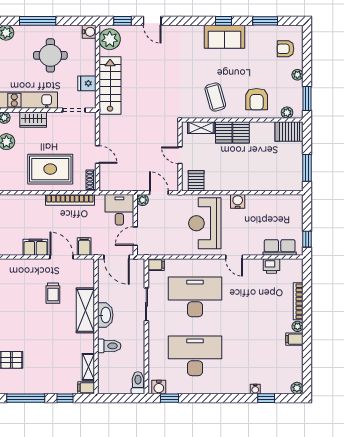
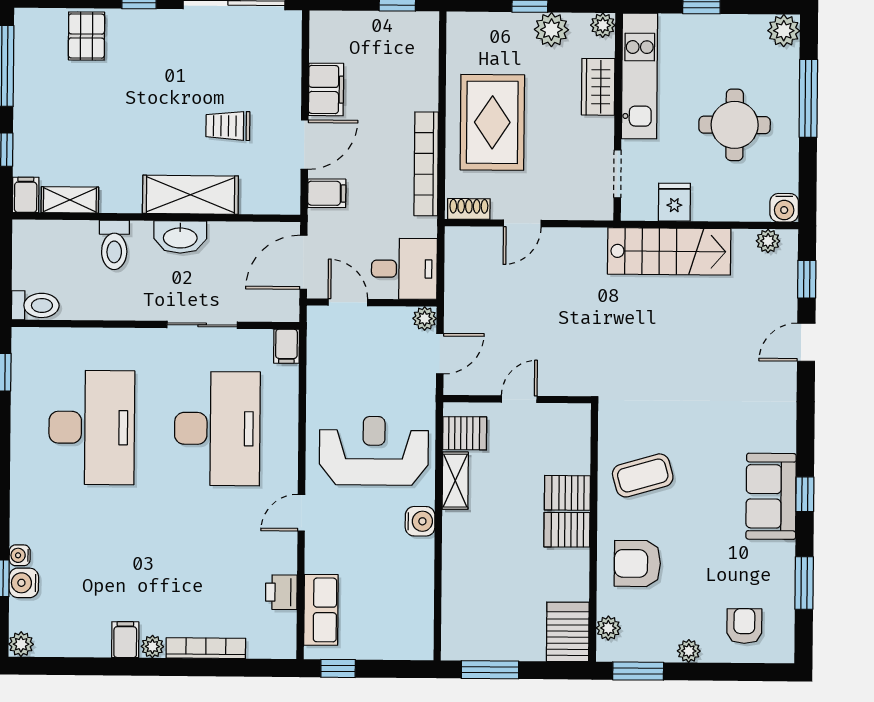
plant: (110, 39) -> (768, 241), width x0.53, depth x0.53
shelving: (201, 128) -> (455, 481), moved
water cooler: (159, 387) -> (24, 583), moved

